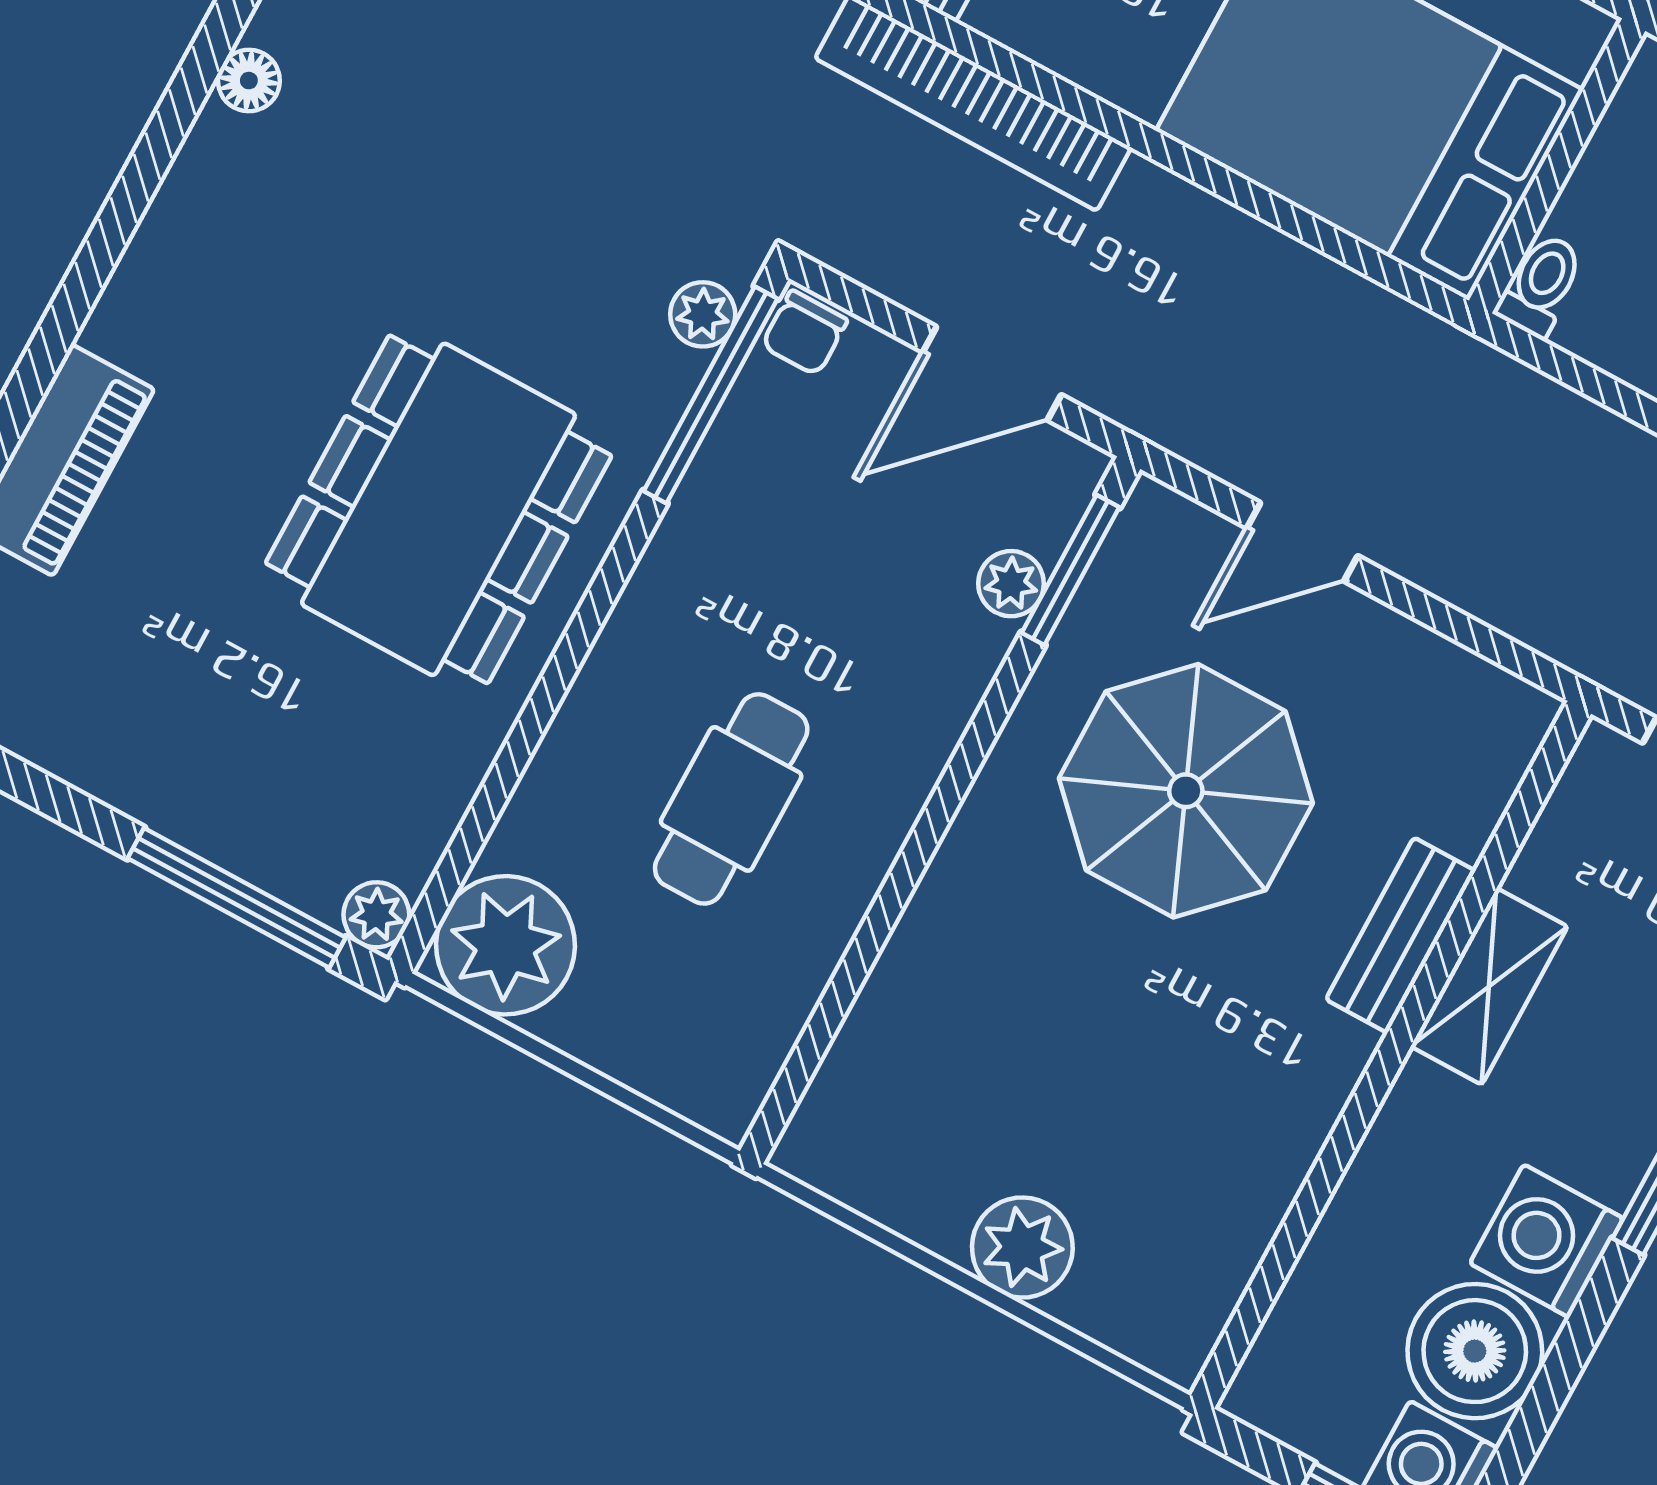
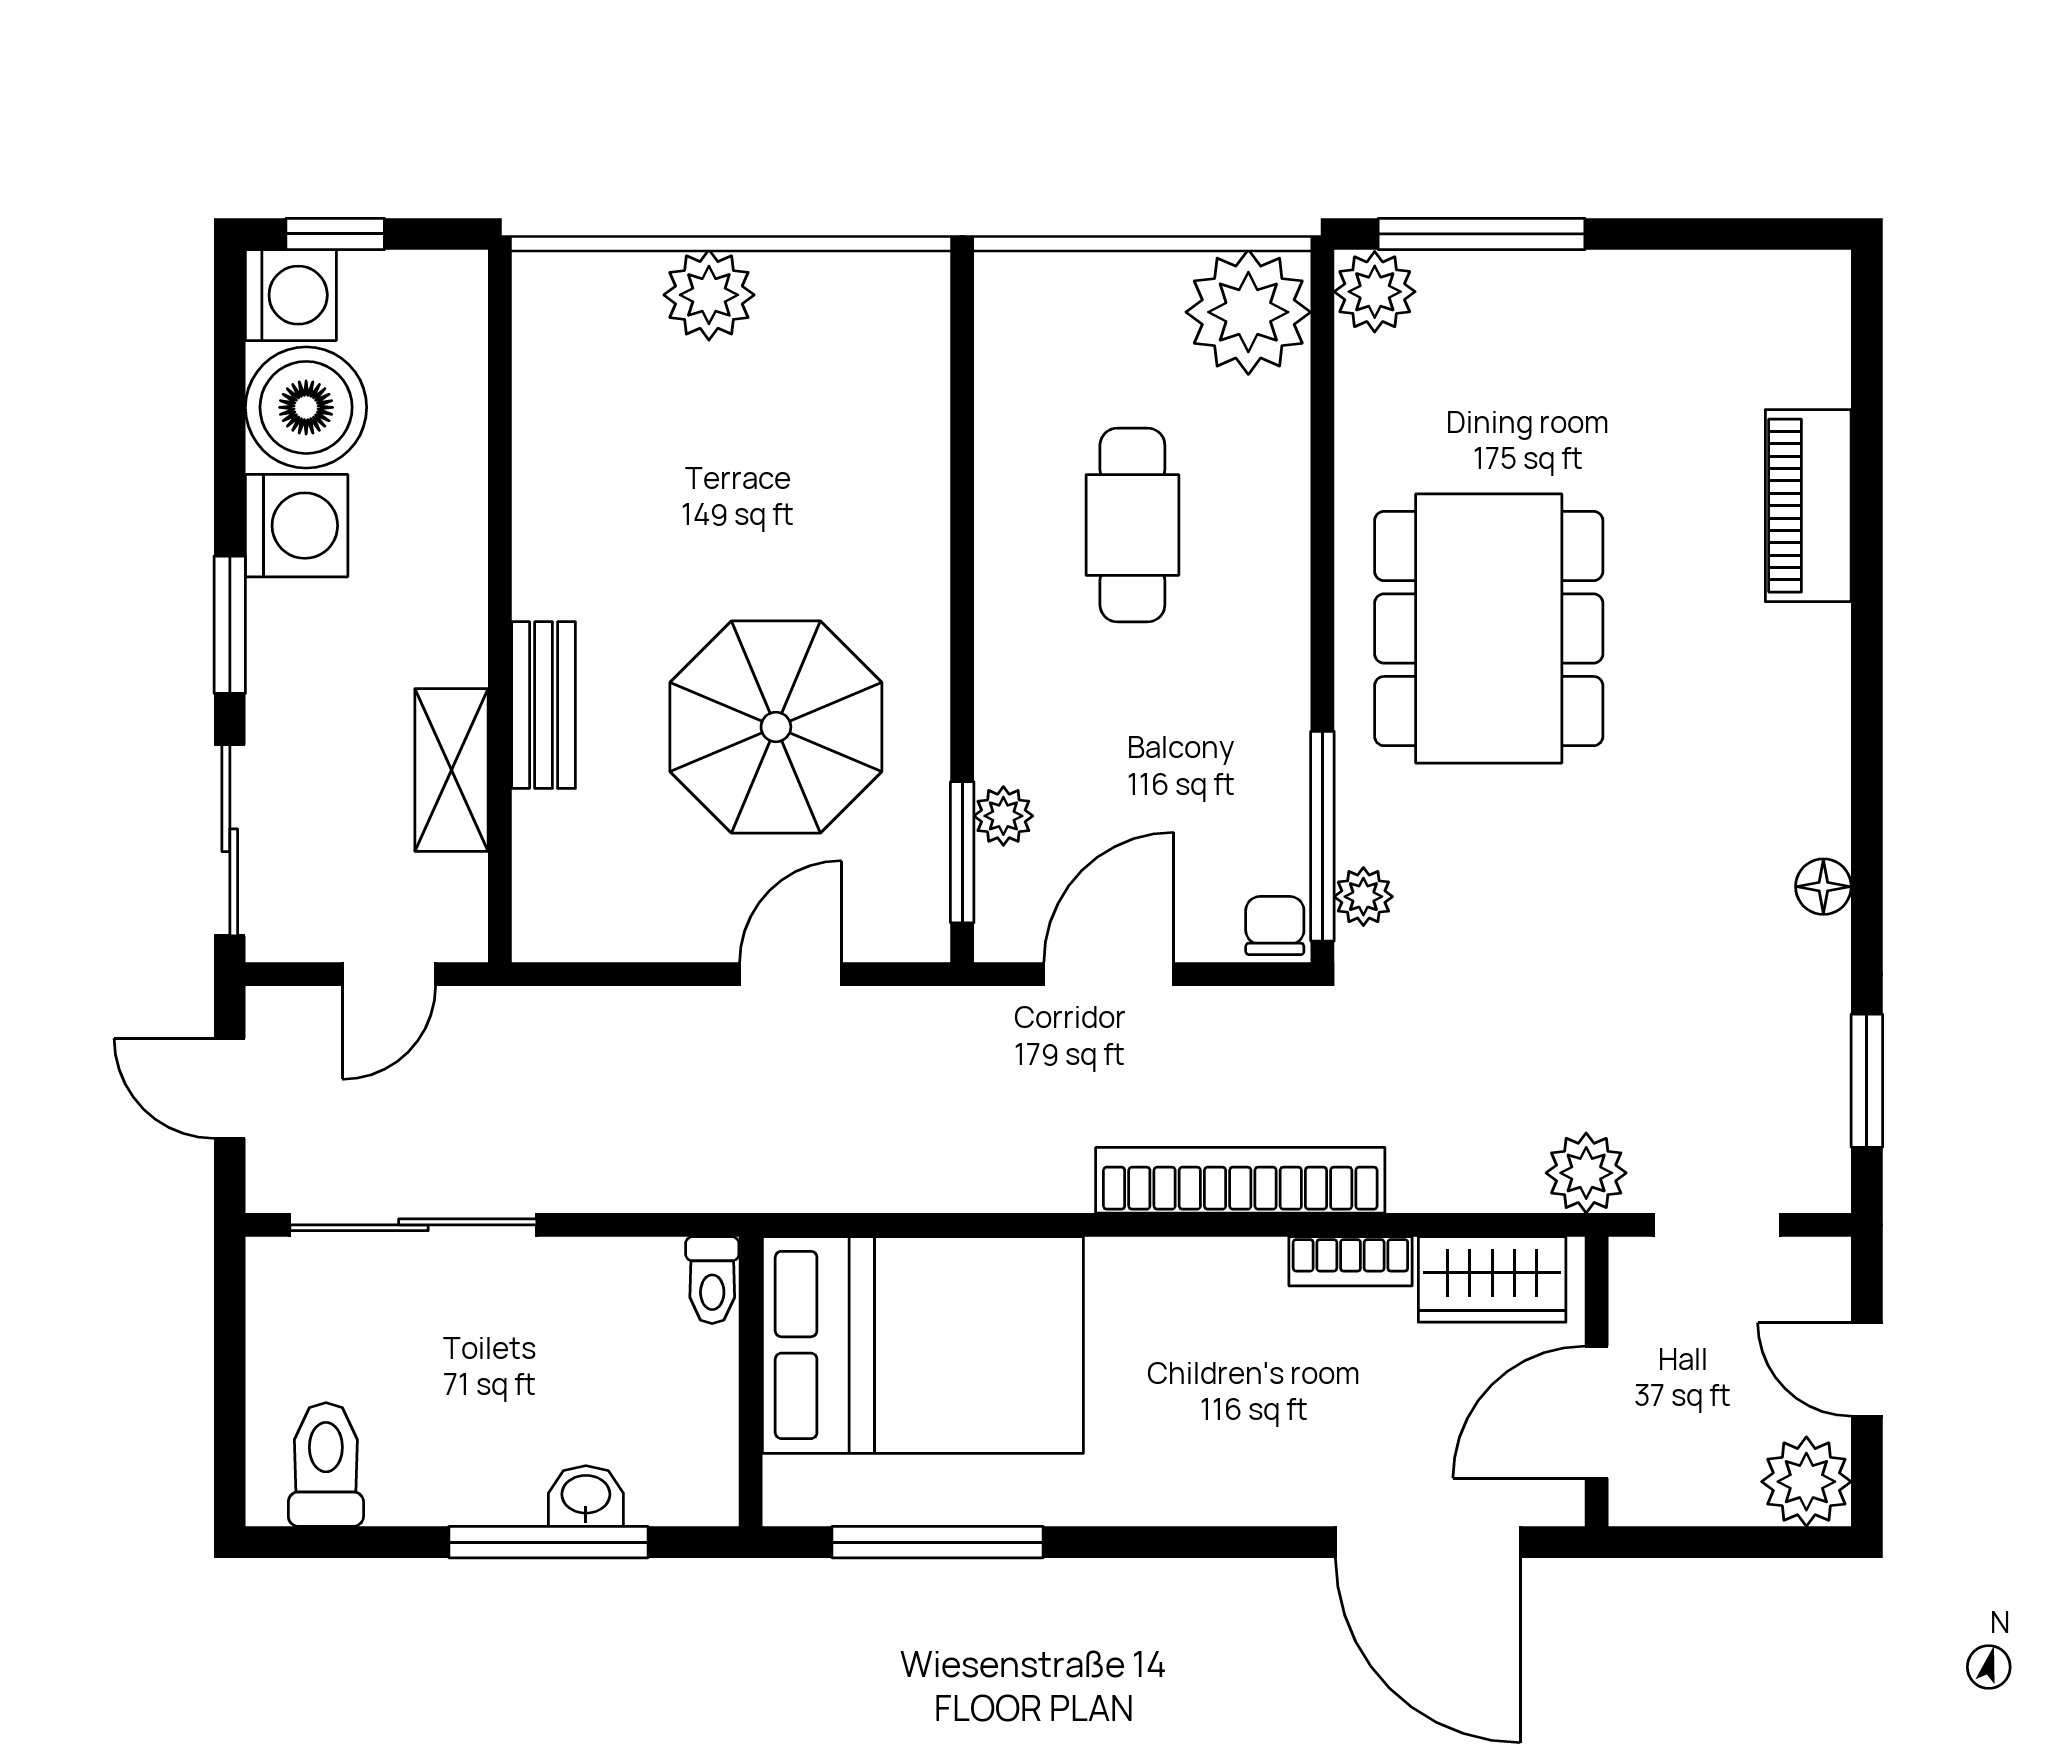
plant: (376, 915) -> (1375, 292), width x1.38, depth x1.38
shelving: (1489, 986) -> (452, 770), moved

